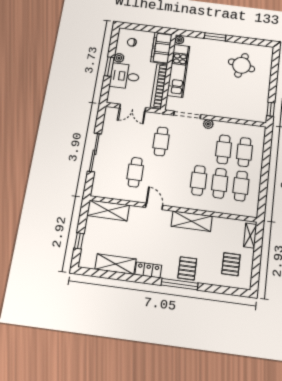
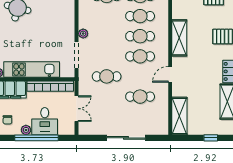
window: (109, 66) -> (36, 138), width x2.11
cafe table: (224, 149) -> (140, 56), moved

